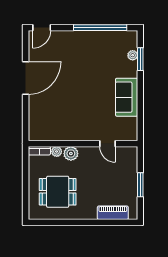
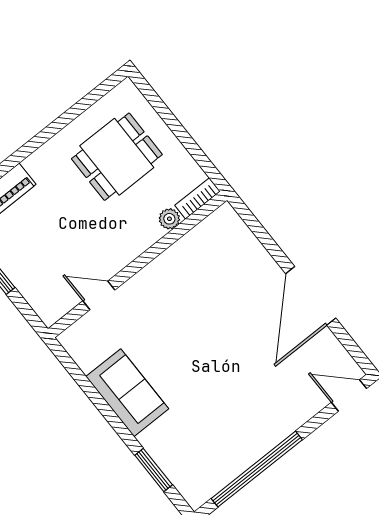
door: (42, 28) -> (349, 395), hinge flipped
plant: (133, 55) -> (170, 466), removed
plant: (71, 154) -> (144, 234), removed

